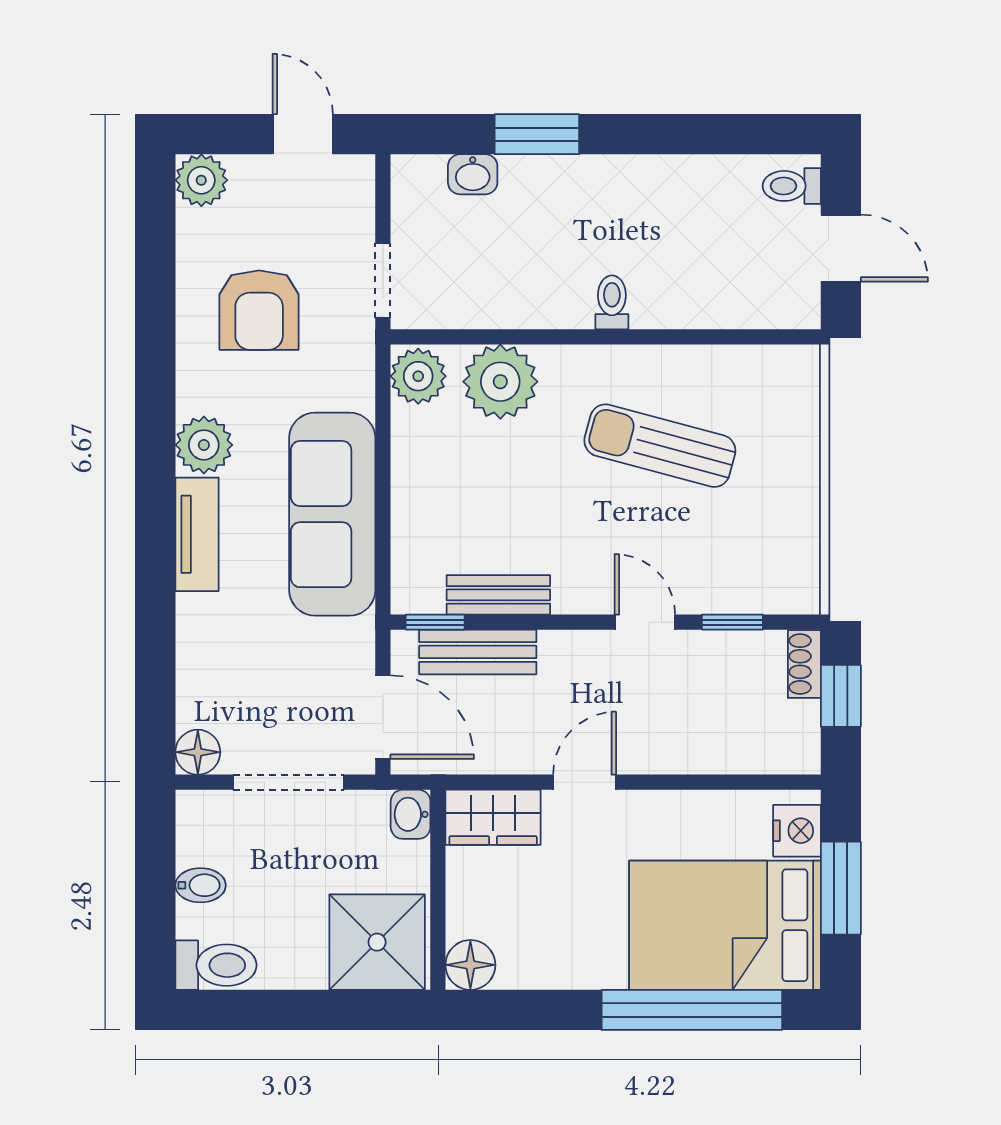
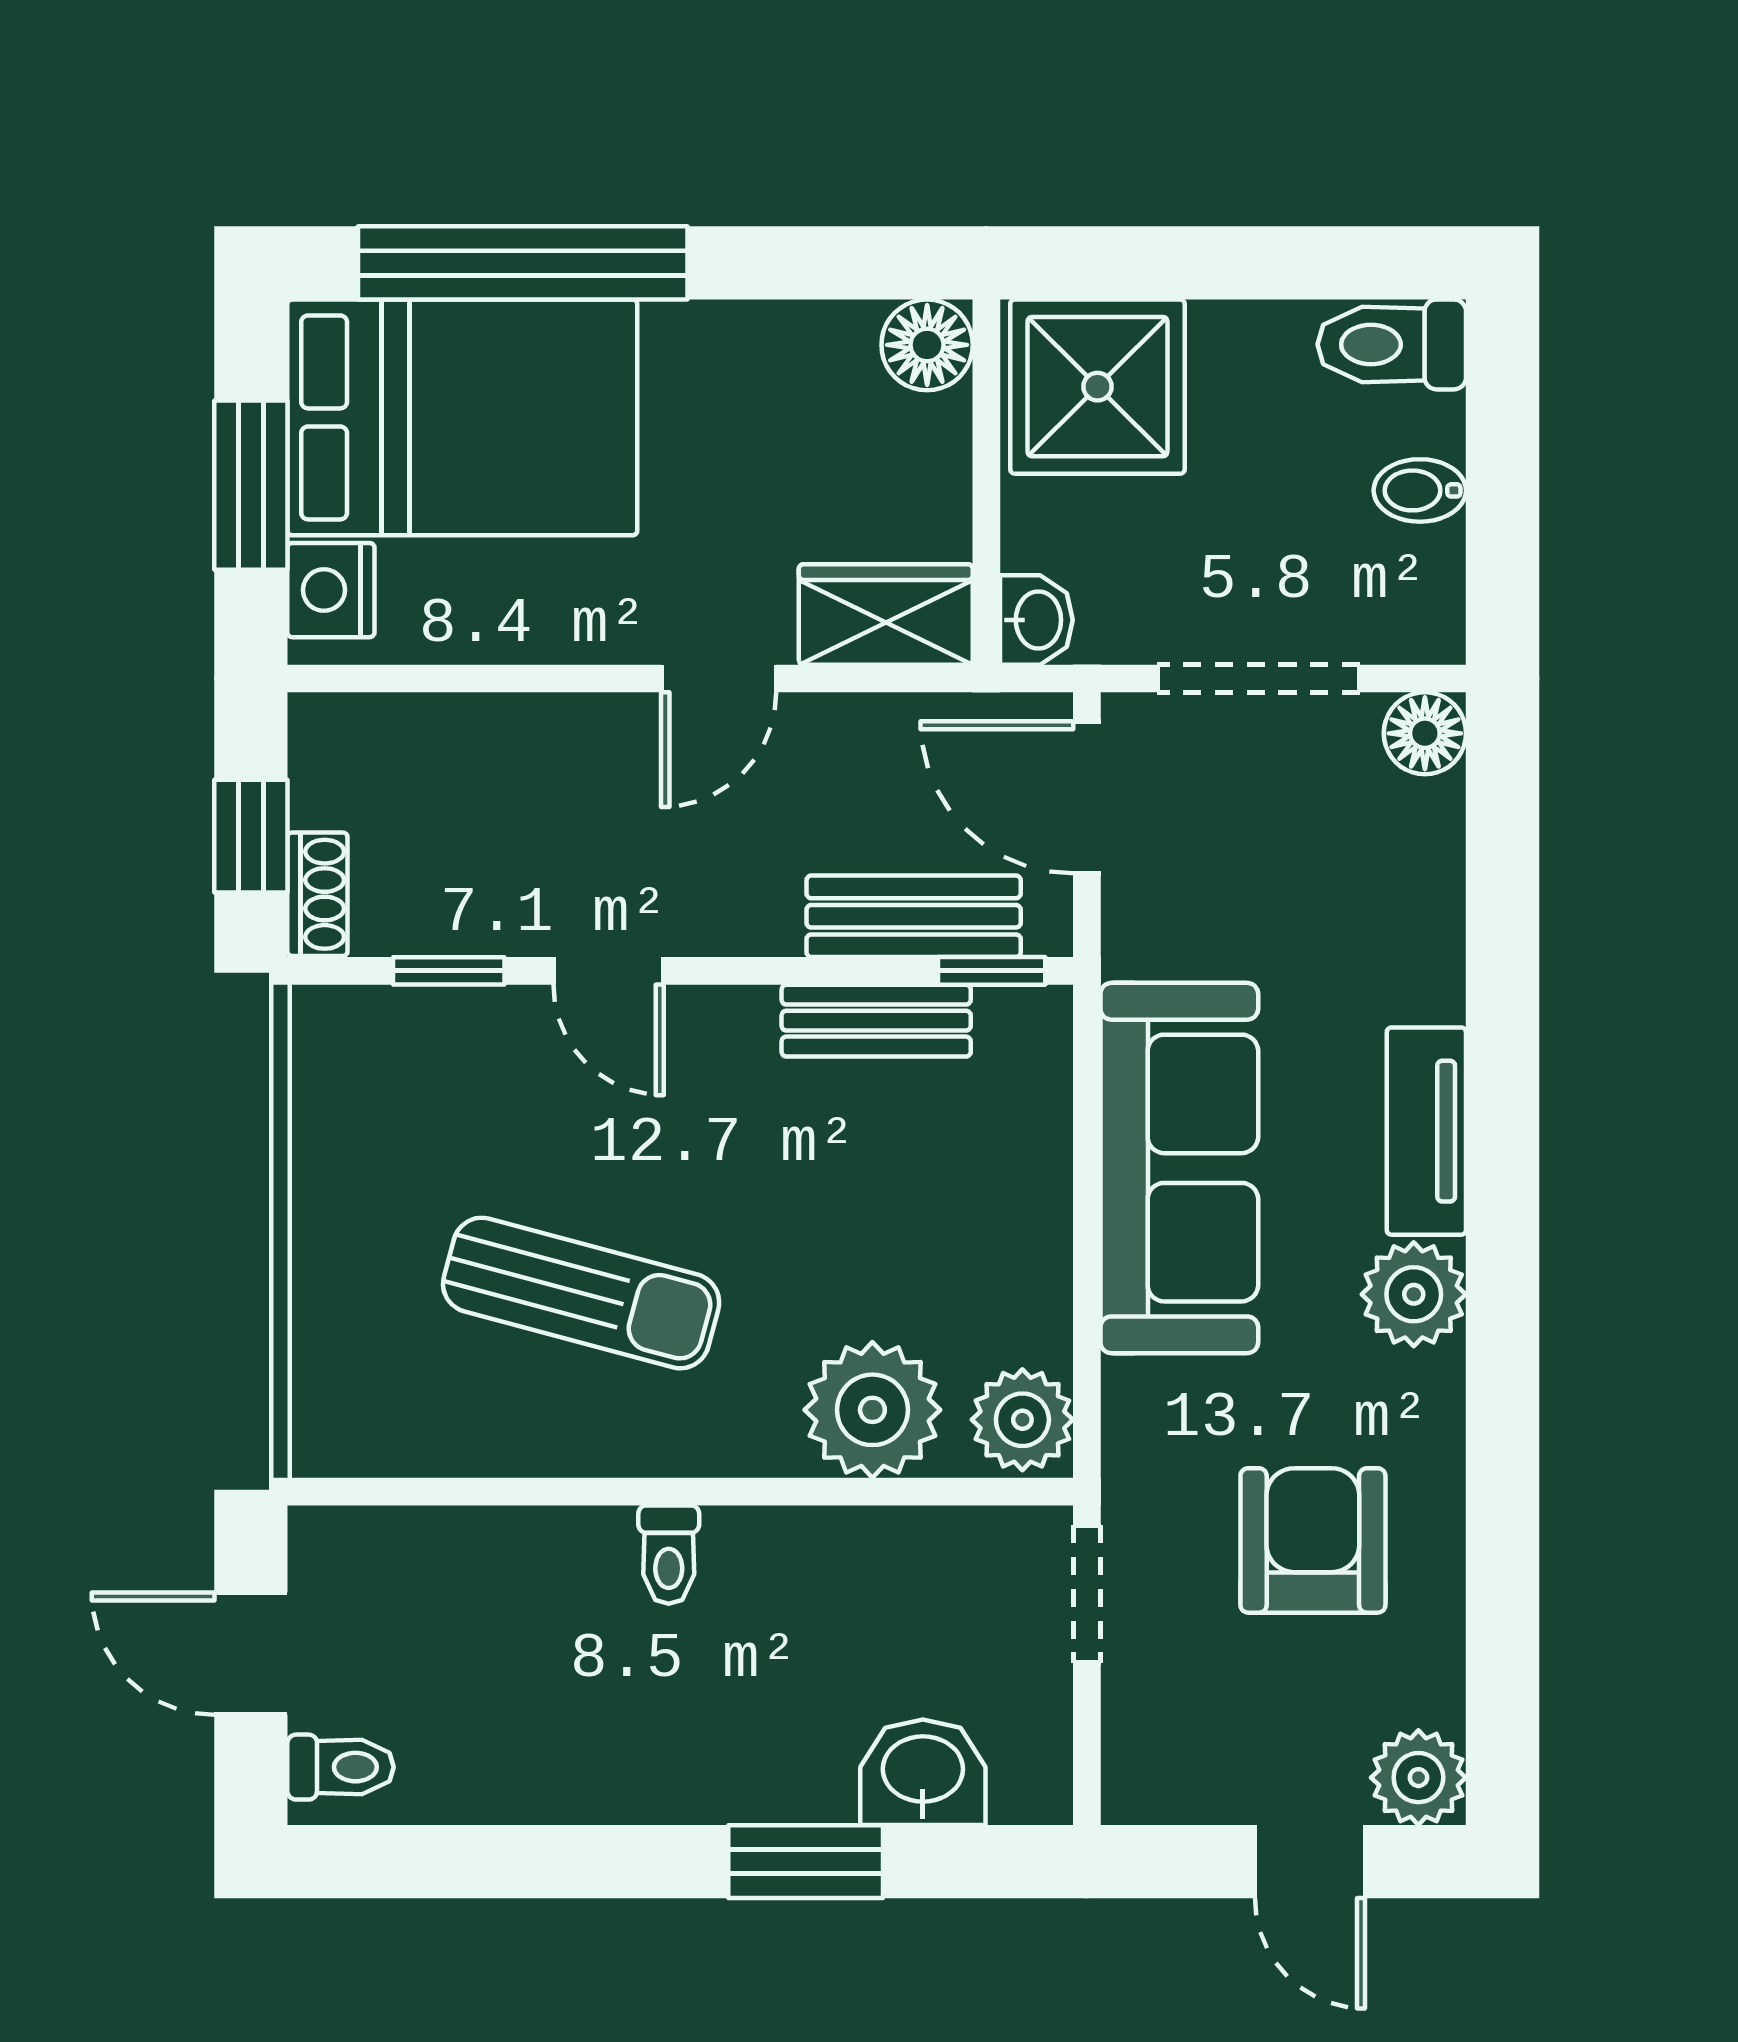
door: (303, 134) -> (1310, 1862), moved
washbasin: (473, 174) -> (923, 1772), width x1.38, depth x1.45

